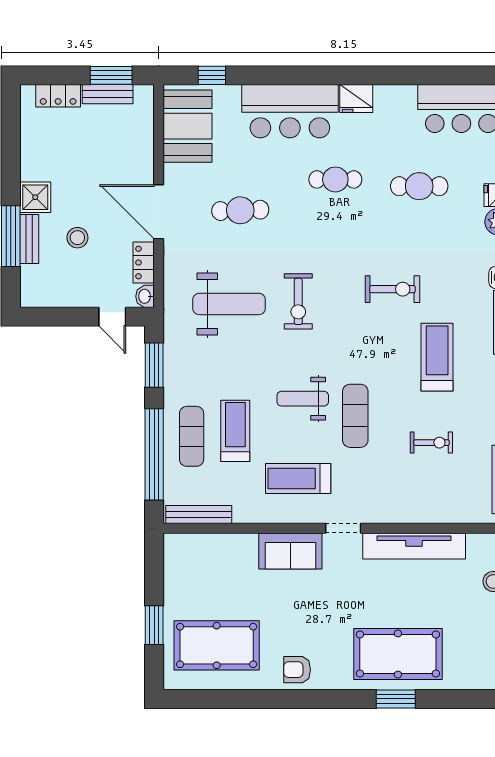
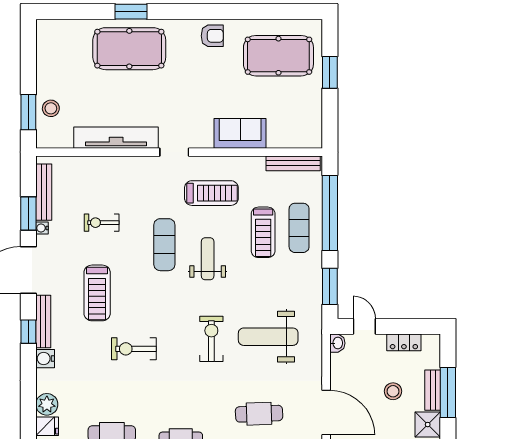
locker: (144, 263) -> (404, 342), moved, turned 90
weight bench: (303, 399) -> (208, 259), turned -90
sofa: (290, 551) -> (240, 133), moved

